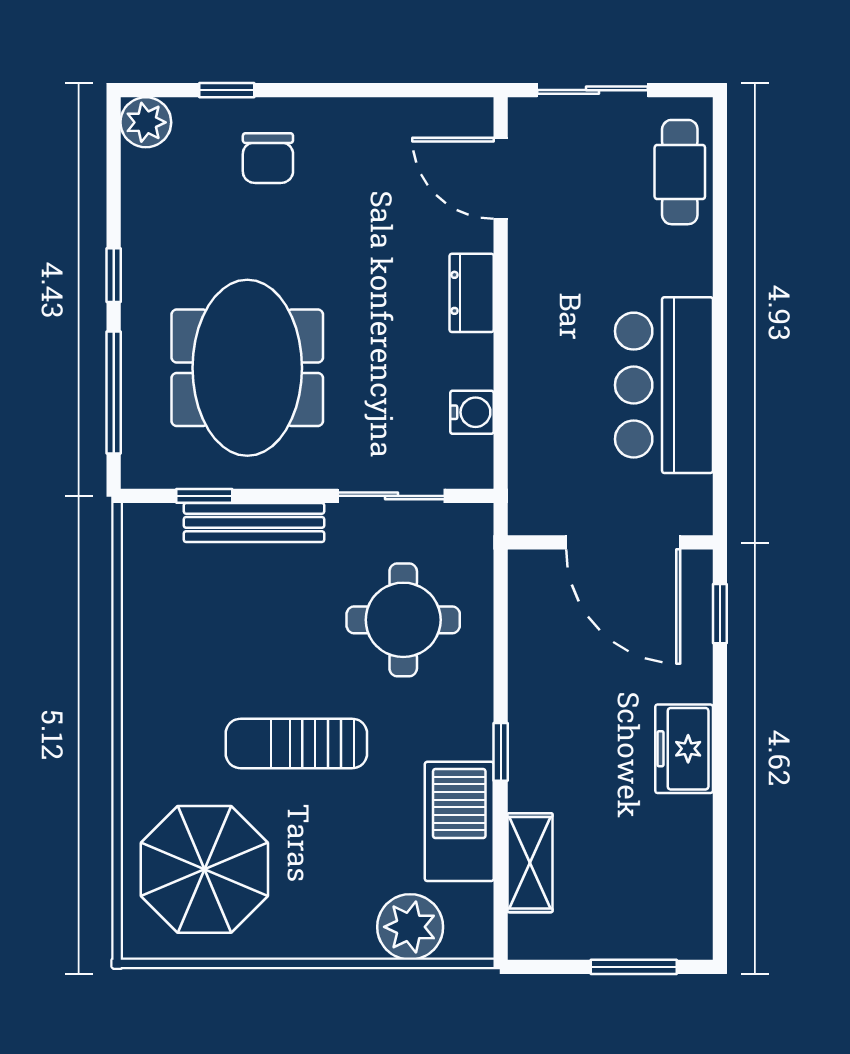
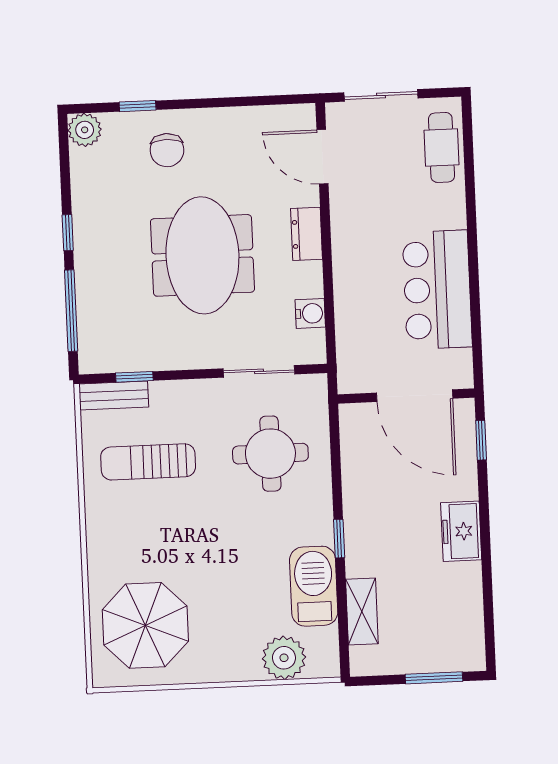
meeting table: (247, 368) -> (202, 255), moved
bench: (254, 522) -> (114, 395), moved, width x0.73
sun lounger: (296, 743) -> (148, 462), moved

